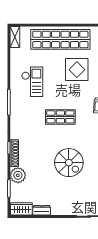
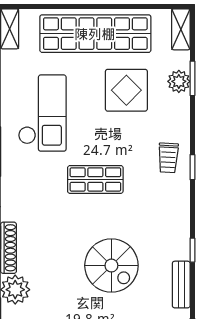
checkout: (32, 82) -> (42, 113), width x1.36, depth x1.21

